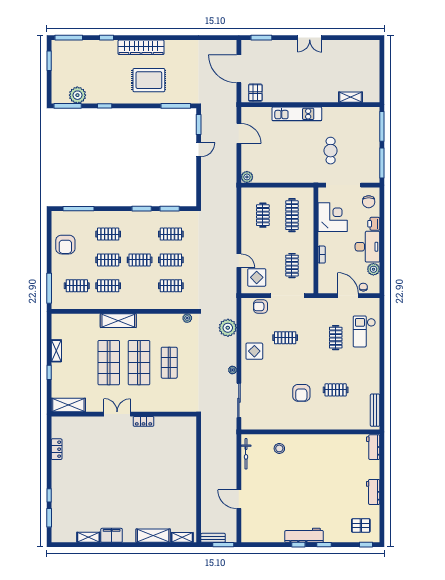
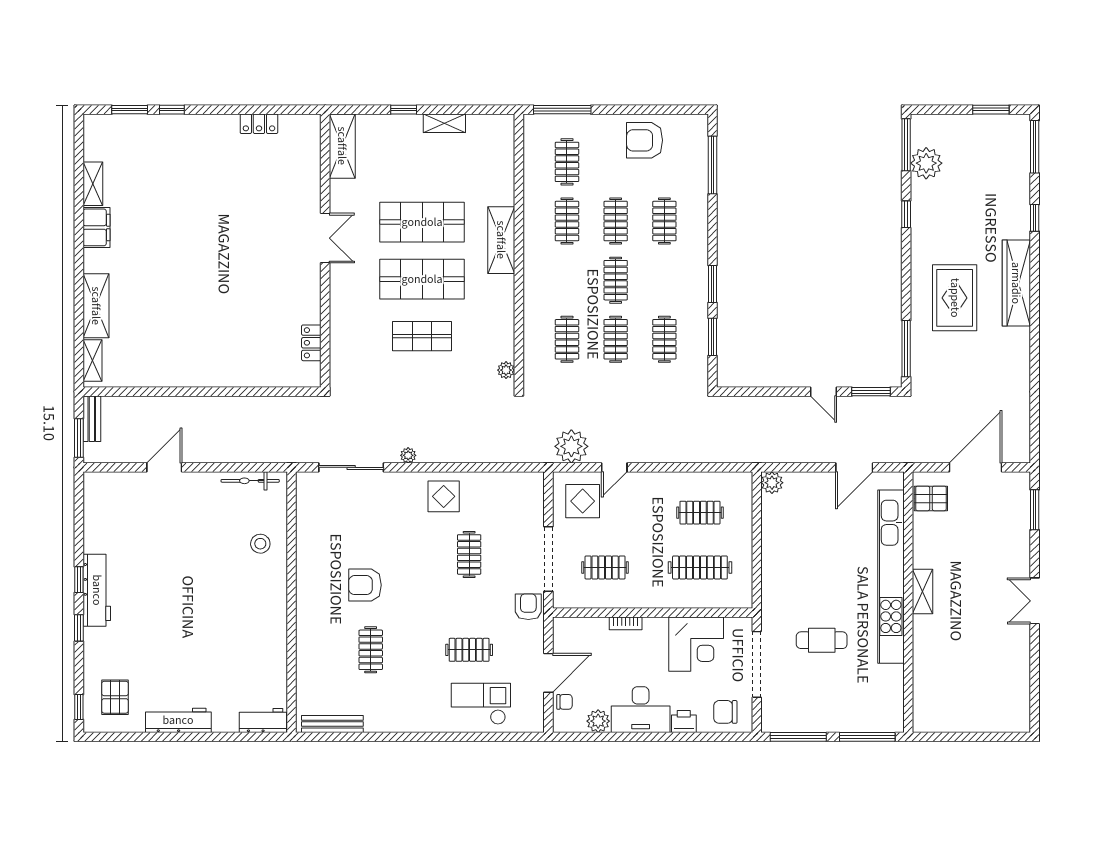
shelving: (351, 97) -> (923, 592), moved
kitchen unit: (297, 114) -> (891, 577), width x1.86
armchair: (260, 306) -> (528, 607), moved
plant: (228, 328) -> (571, 446), moved
locker: (144, 421) -> (311, 343), moved
workbench: (373, 492) -> (178, 720), width x1.38

